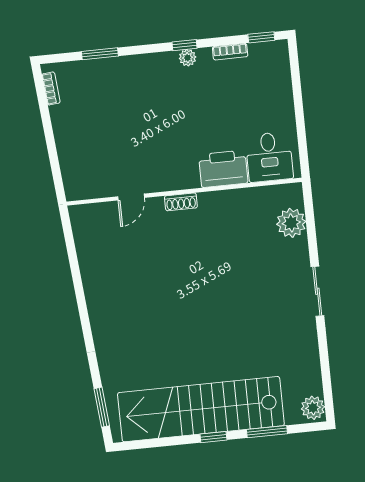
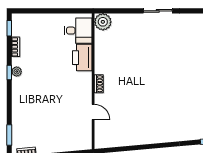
window: (100, 54) -> (9, 135), moved
plant: (291, 223) -> (103, 22), moved

